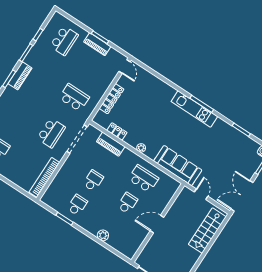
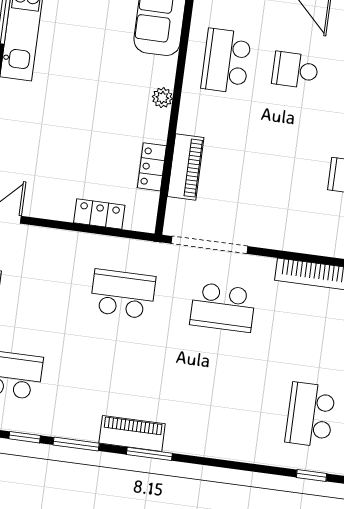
school desk: (74, 98) -> (123, 294), turned 90
locker: (111, 99) -> (99, 214), width x0.66
school desk: (51, 133) -> (223, 307), turned 180
school desk: (93, 181) -> (282, 167), removed

